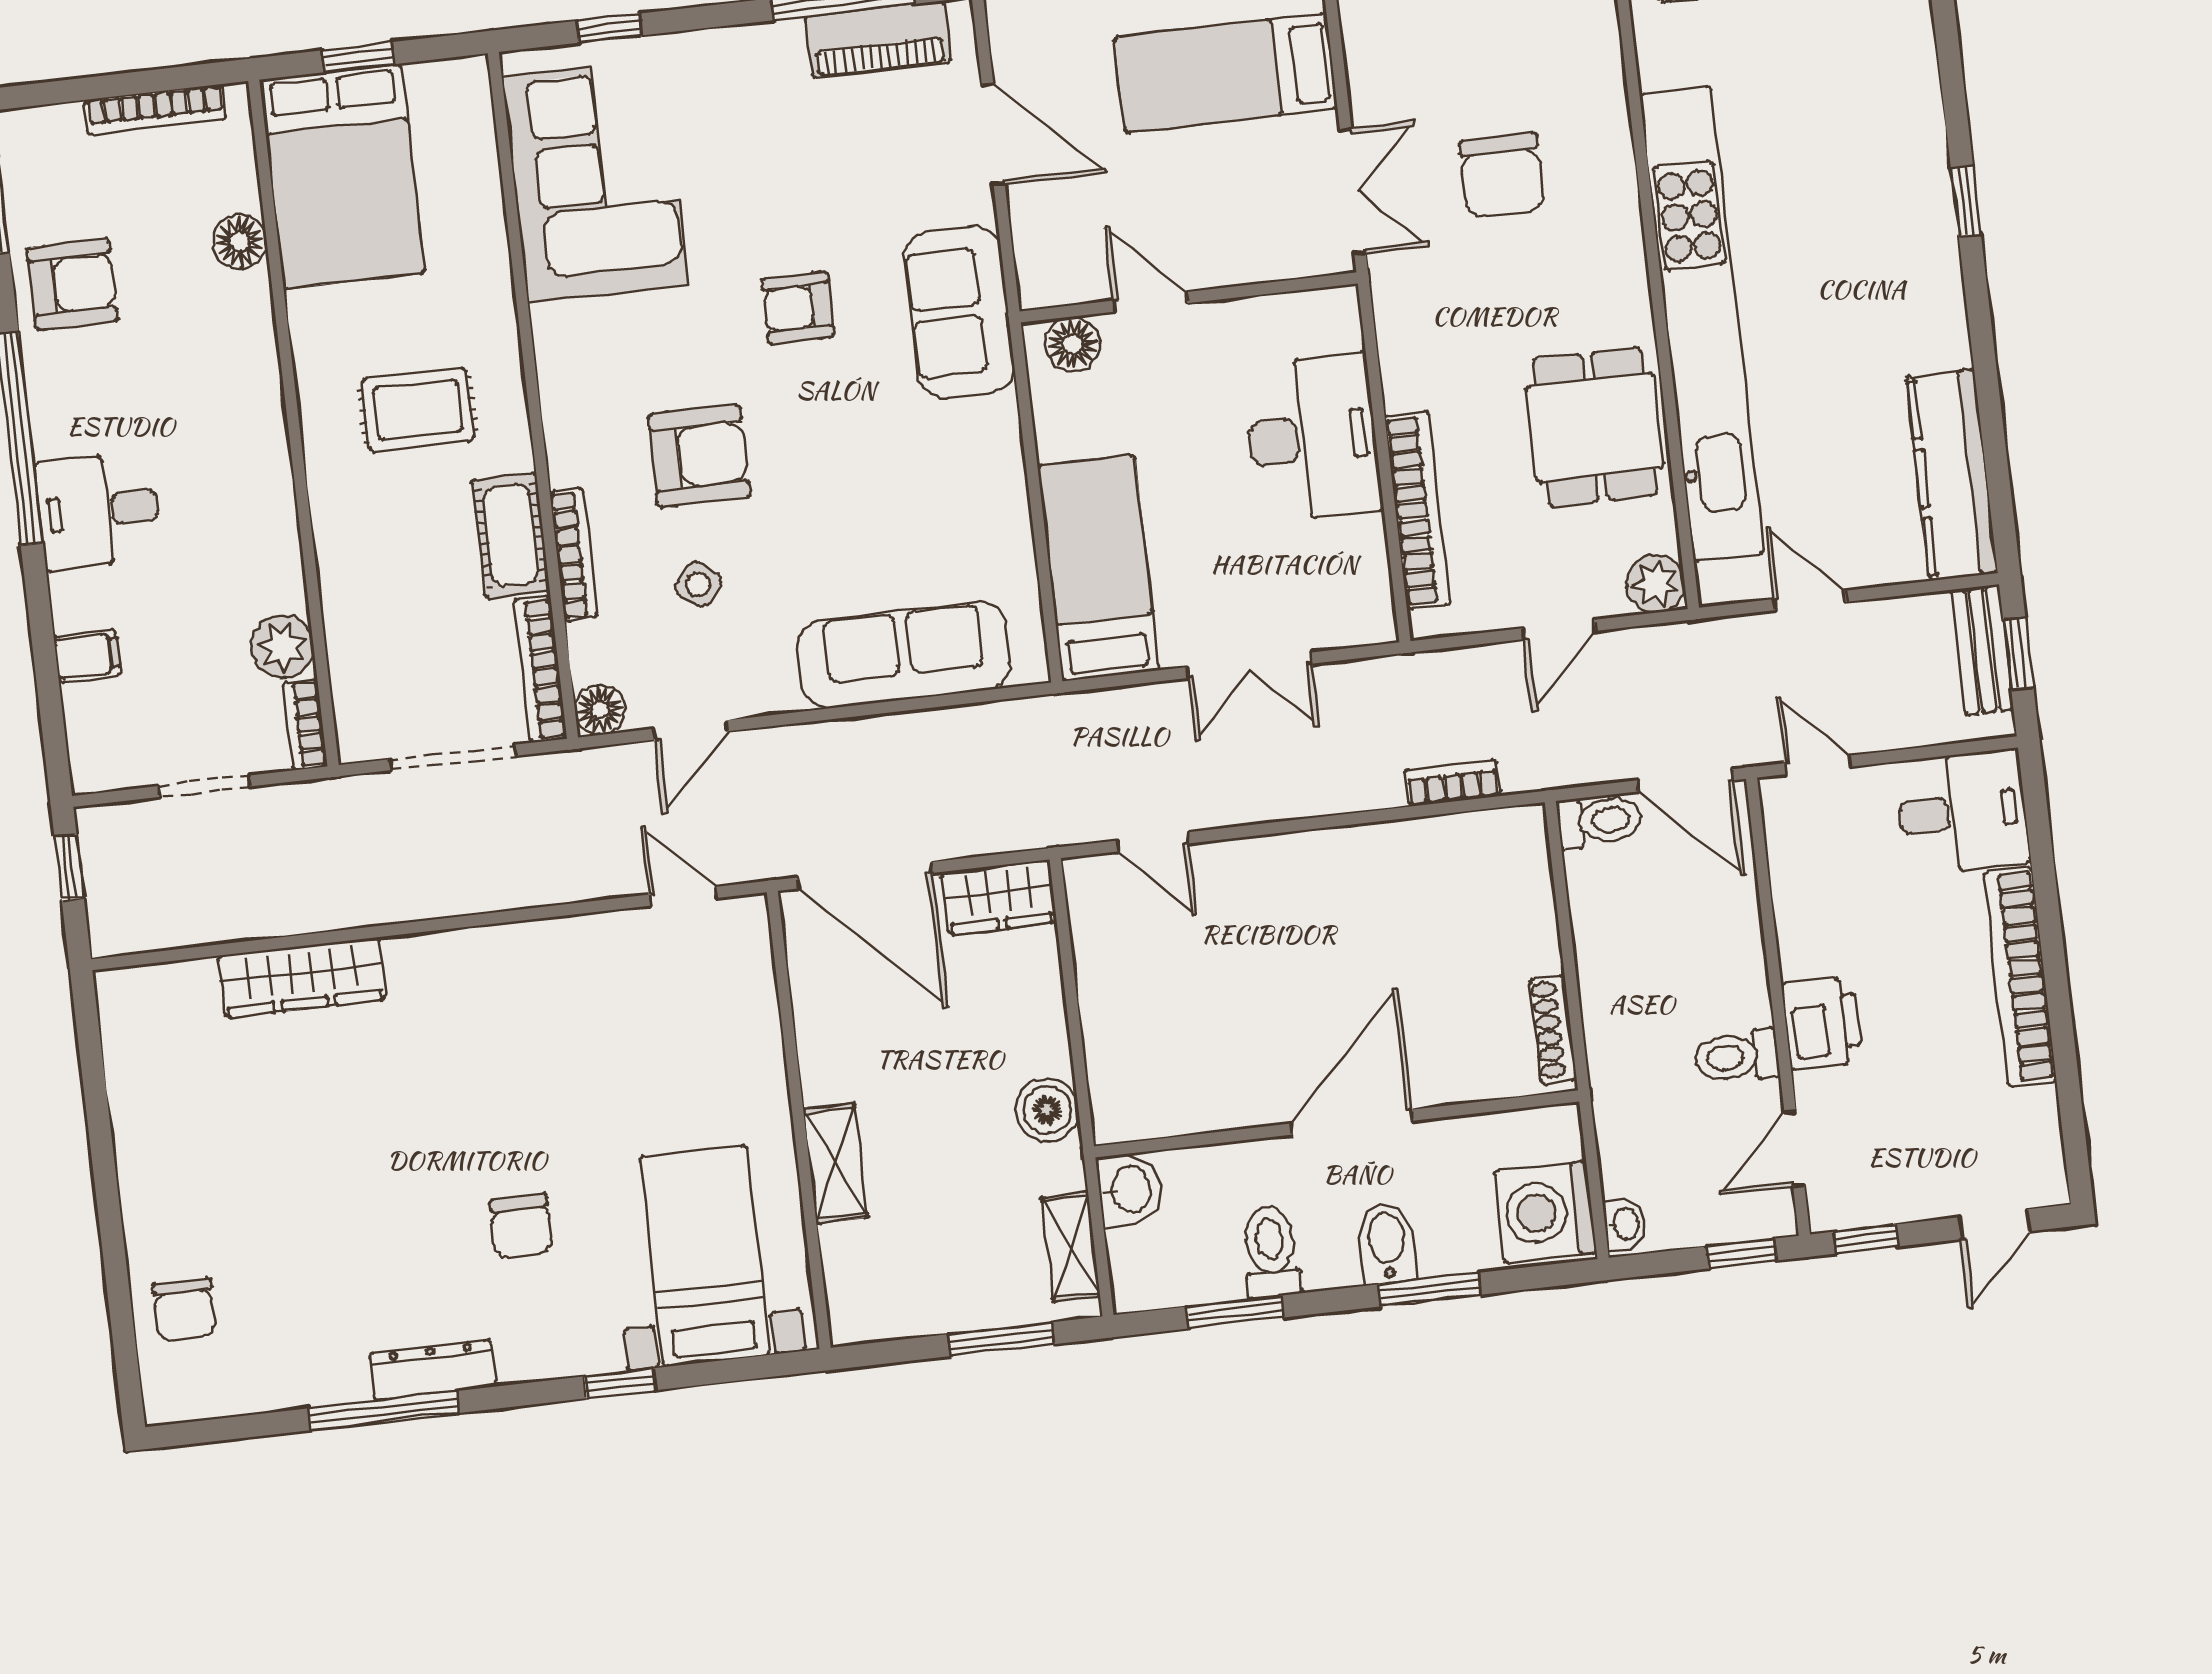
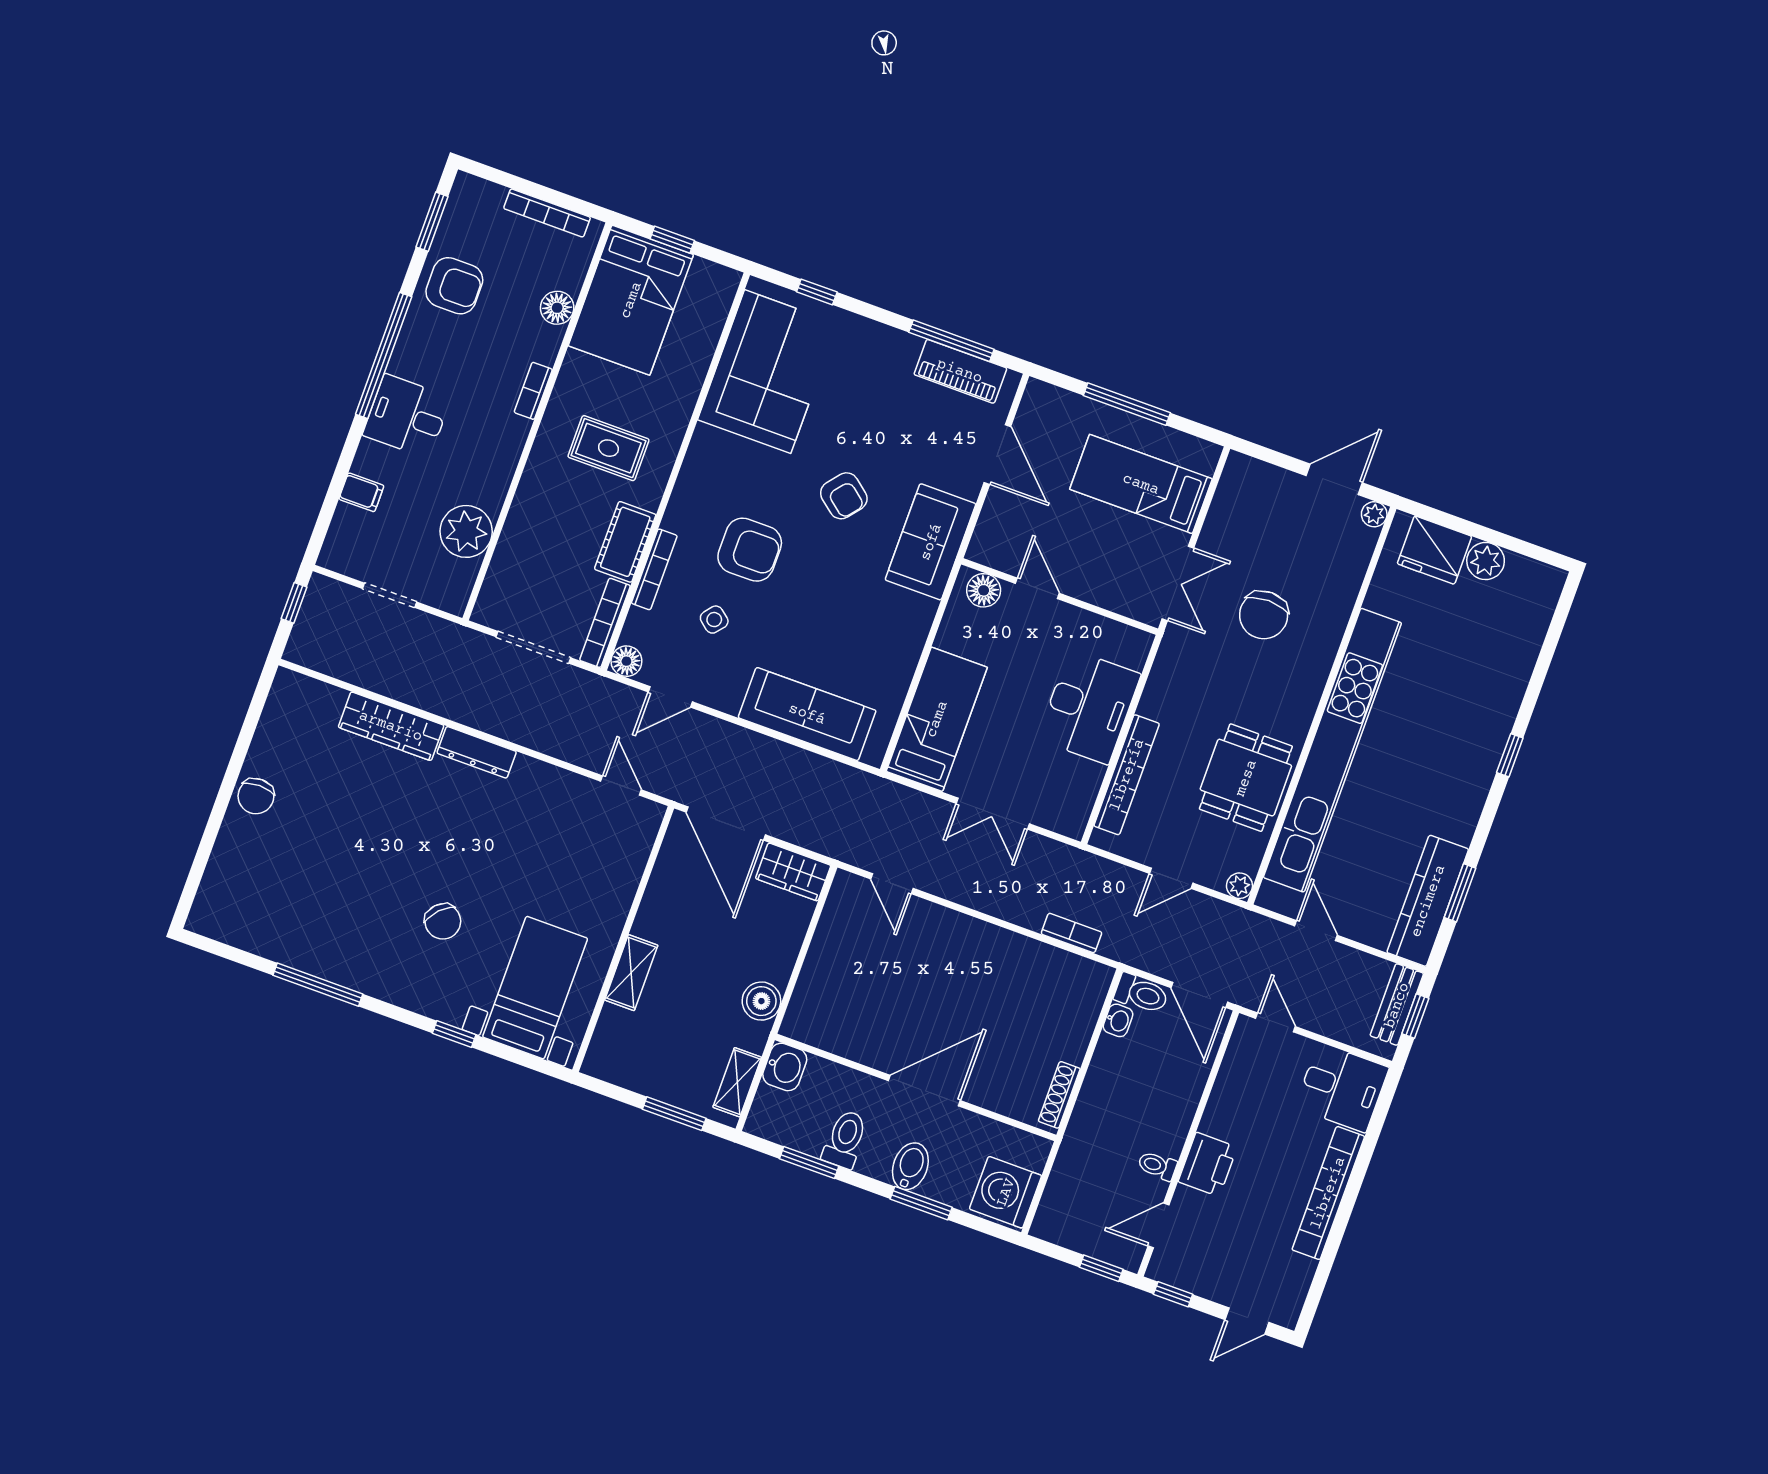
armchair: (798, 308) -> (844, 496), turned -141
window: (1994, 439) -> (1460, 893), added
plant: (1656, 584) -> (1239, 886), width x0.73, depth x0.73
plant: (282, 647) -> (466, 531), width x1.36, depth x1.36
bookcase: (305, 724) -> (533, 391), moved
toilet: (1737, 1056) -> (1157, 1166), width x0.73, depth x0.72
washbasin: (1625, 1224) -> (1118, 1020), moved
chair: (521, 1226) -> (443, 921), turned -46
chair: (185, 1310) -> (256, 796), moved
dresser: (433, 1370) -> (477, 752), moved, turned 180

